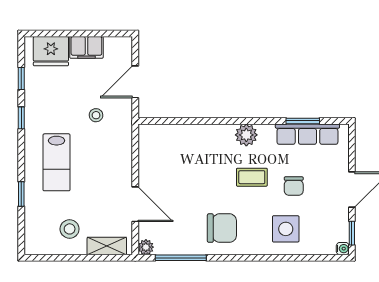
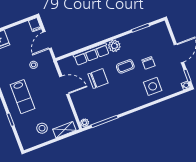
filing cabinet: (86, 47) -> (35, 25), moved, width x0.50
row of seats: (307, 134) -> (91, 54), moved
door: (135, 204) -> (64, 85), moved
chair: (222, 228) -> (98, 79), moved

